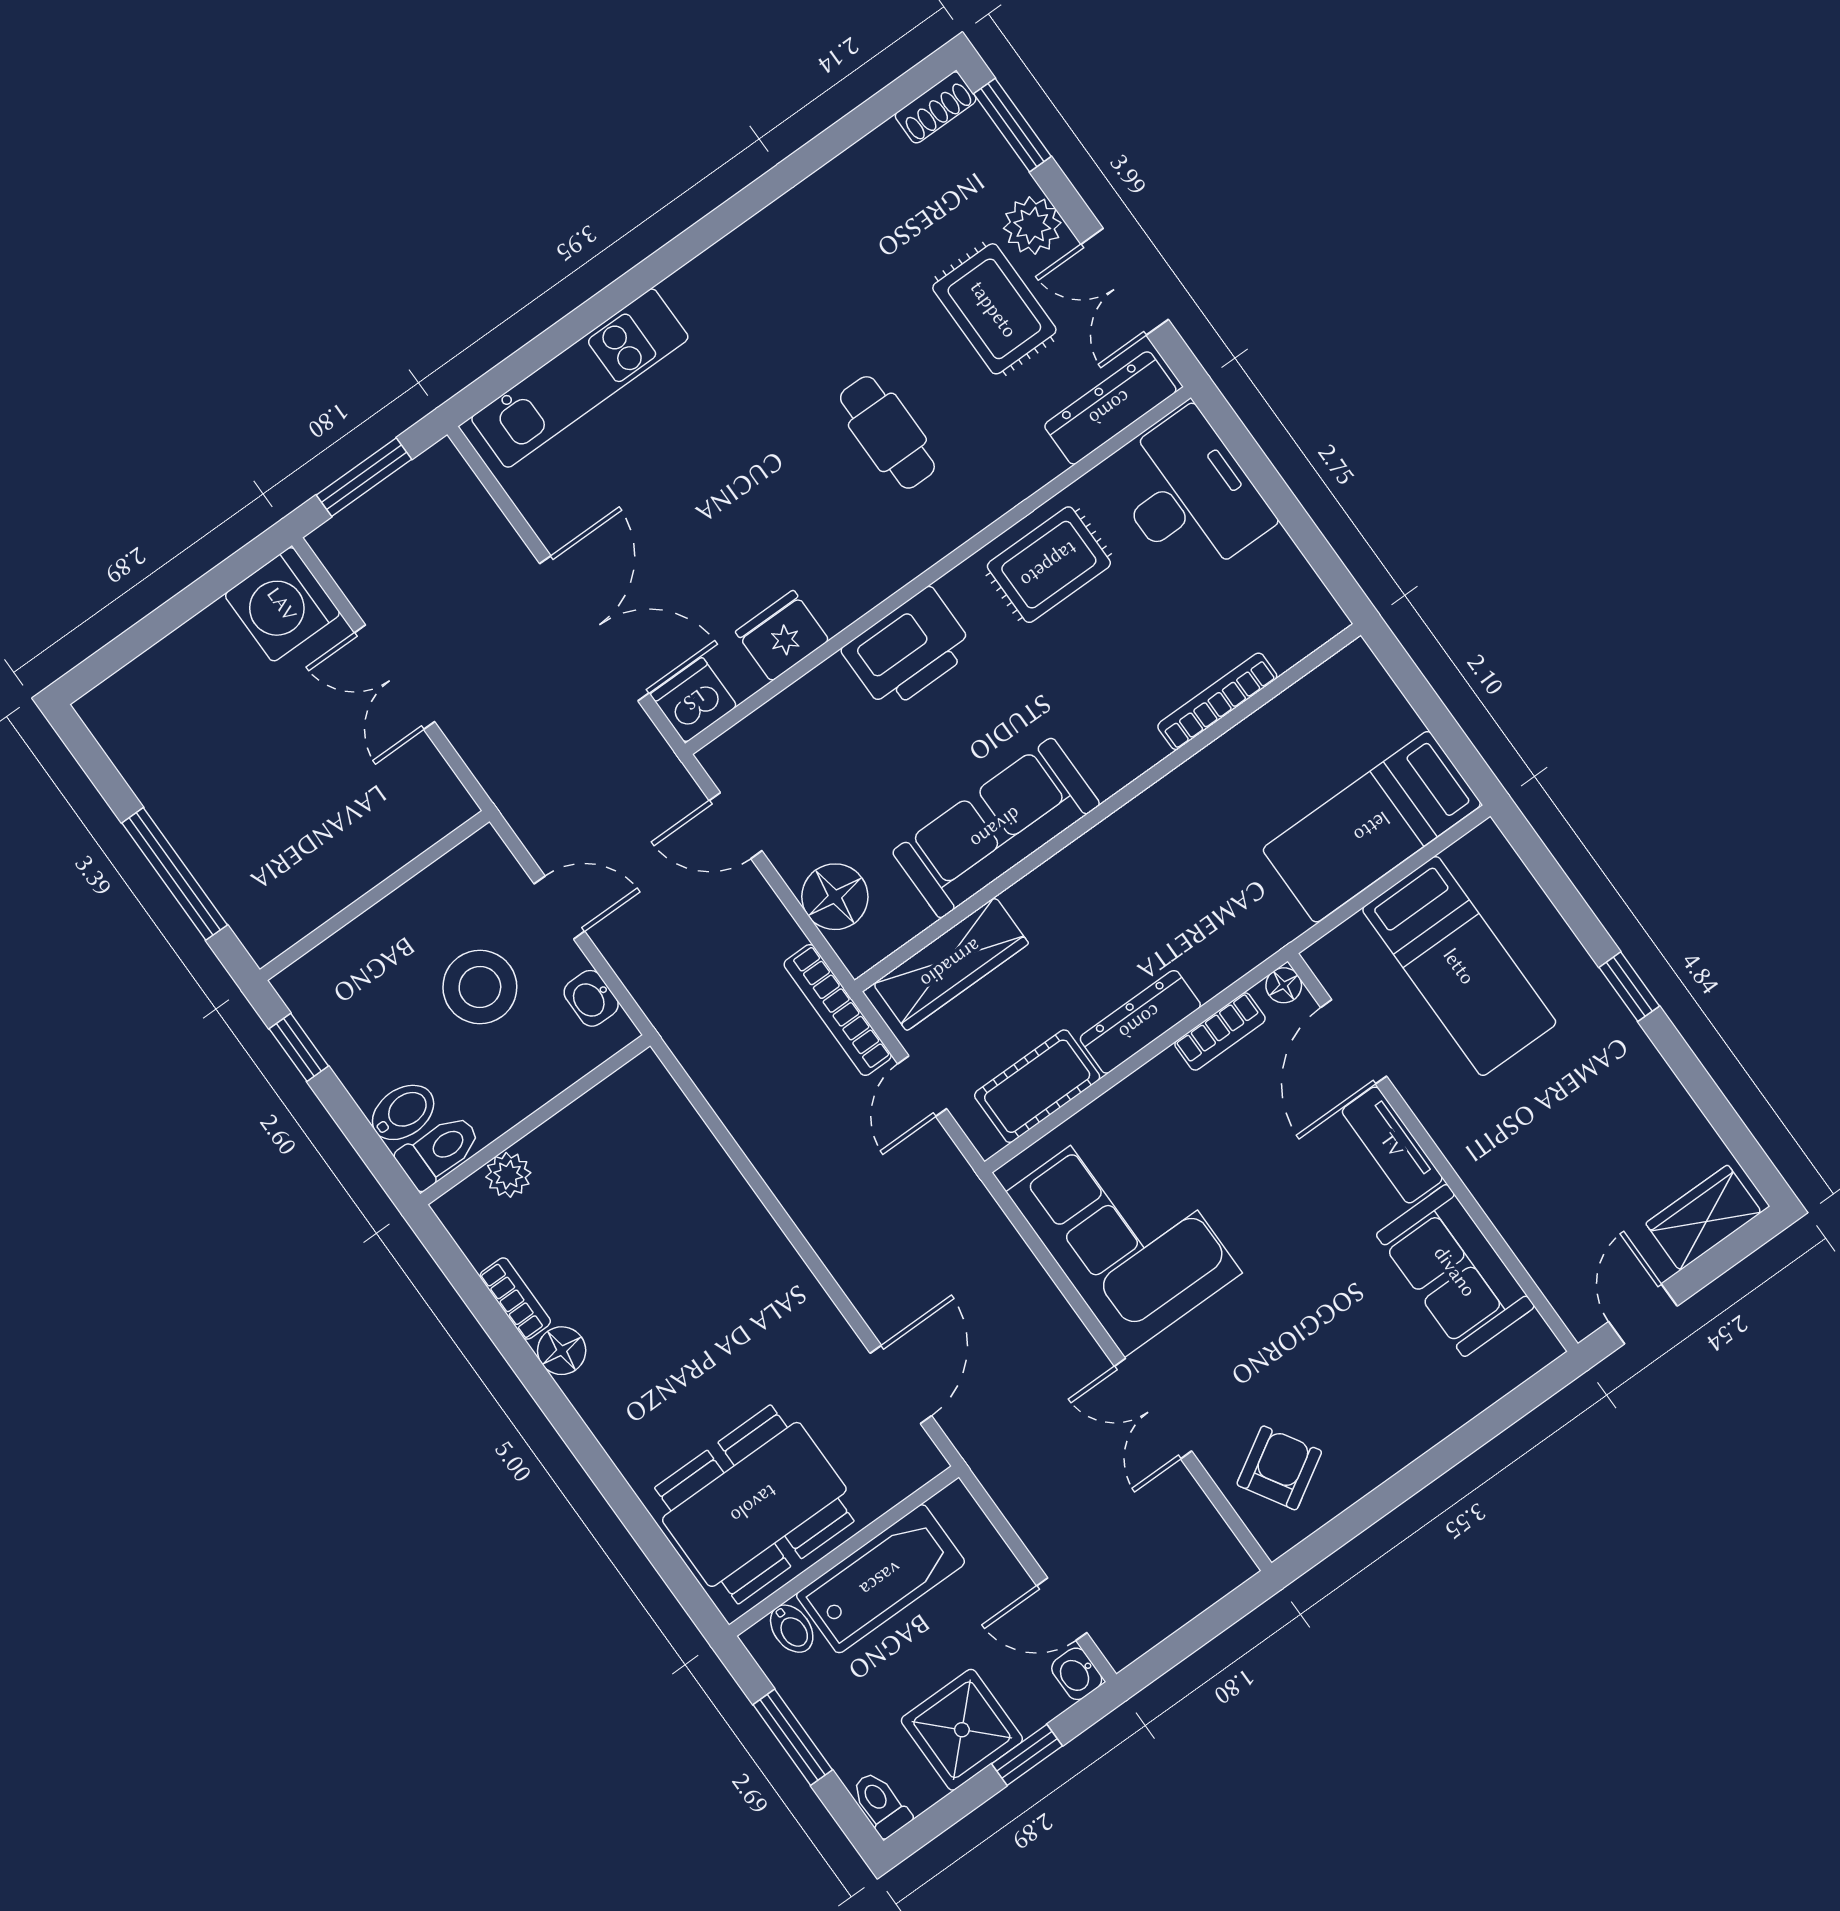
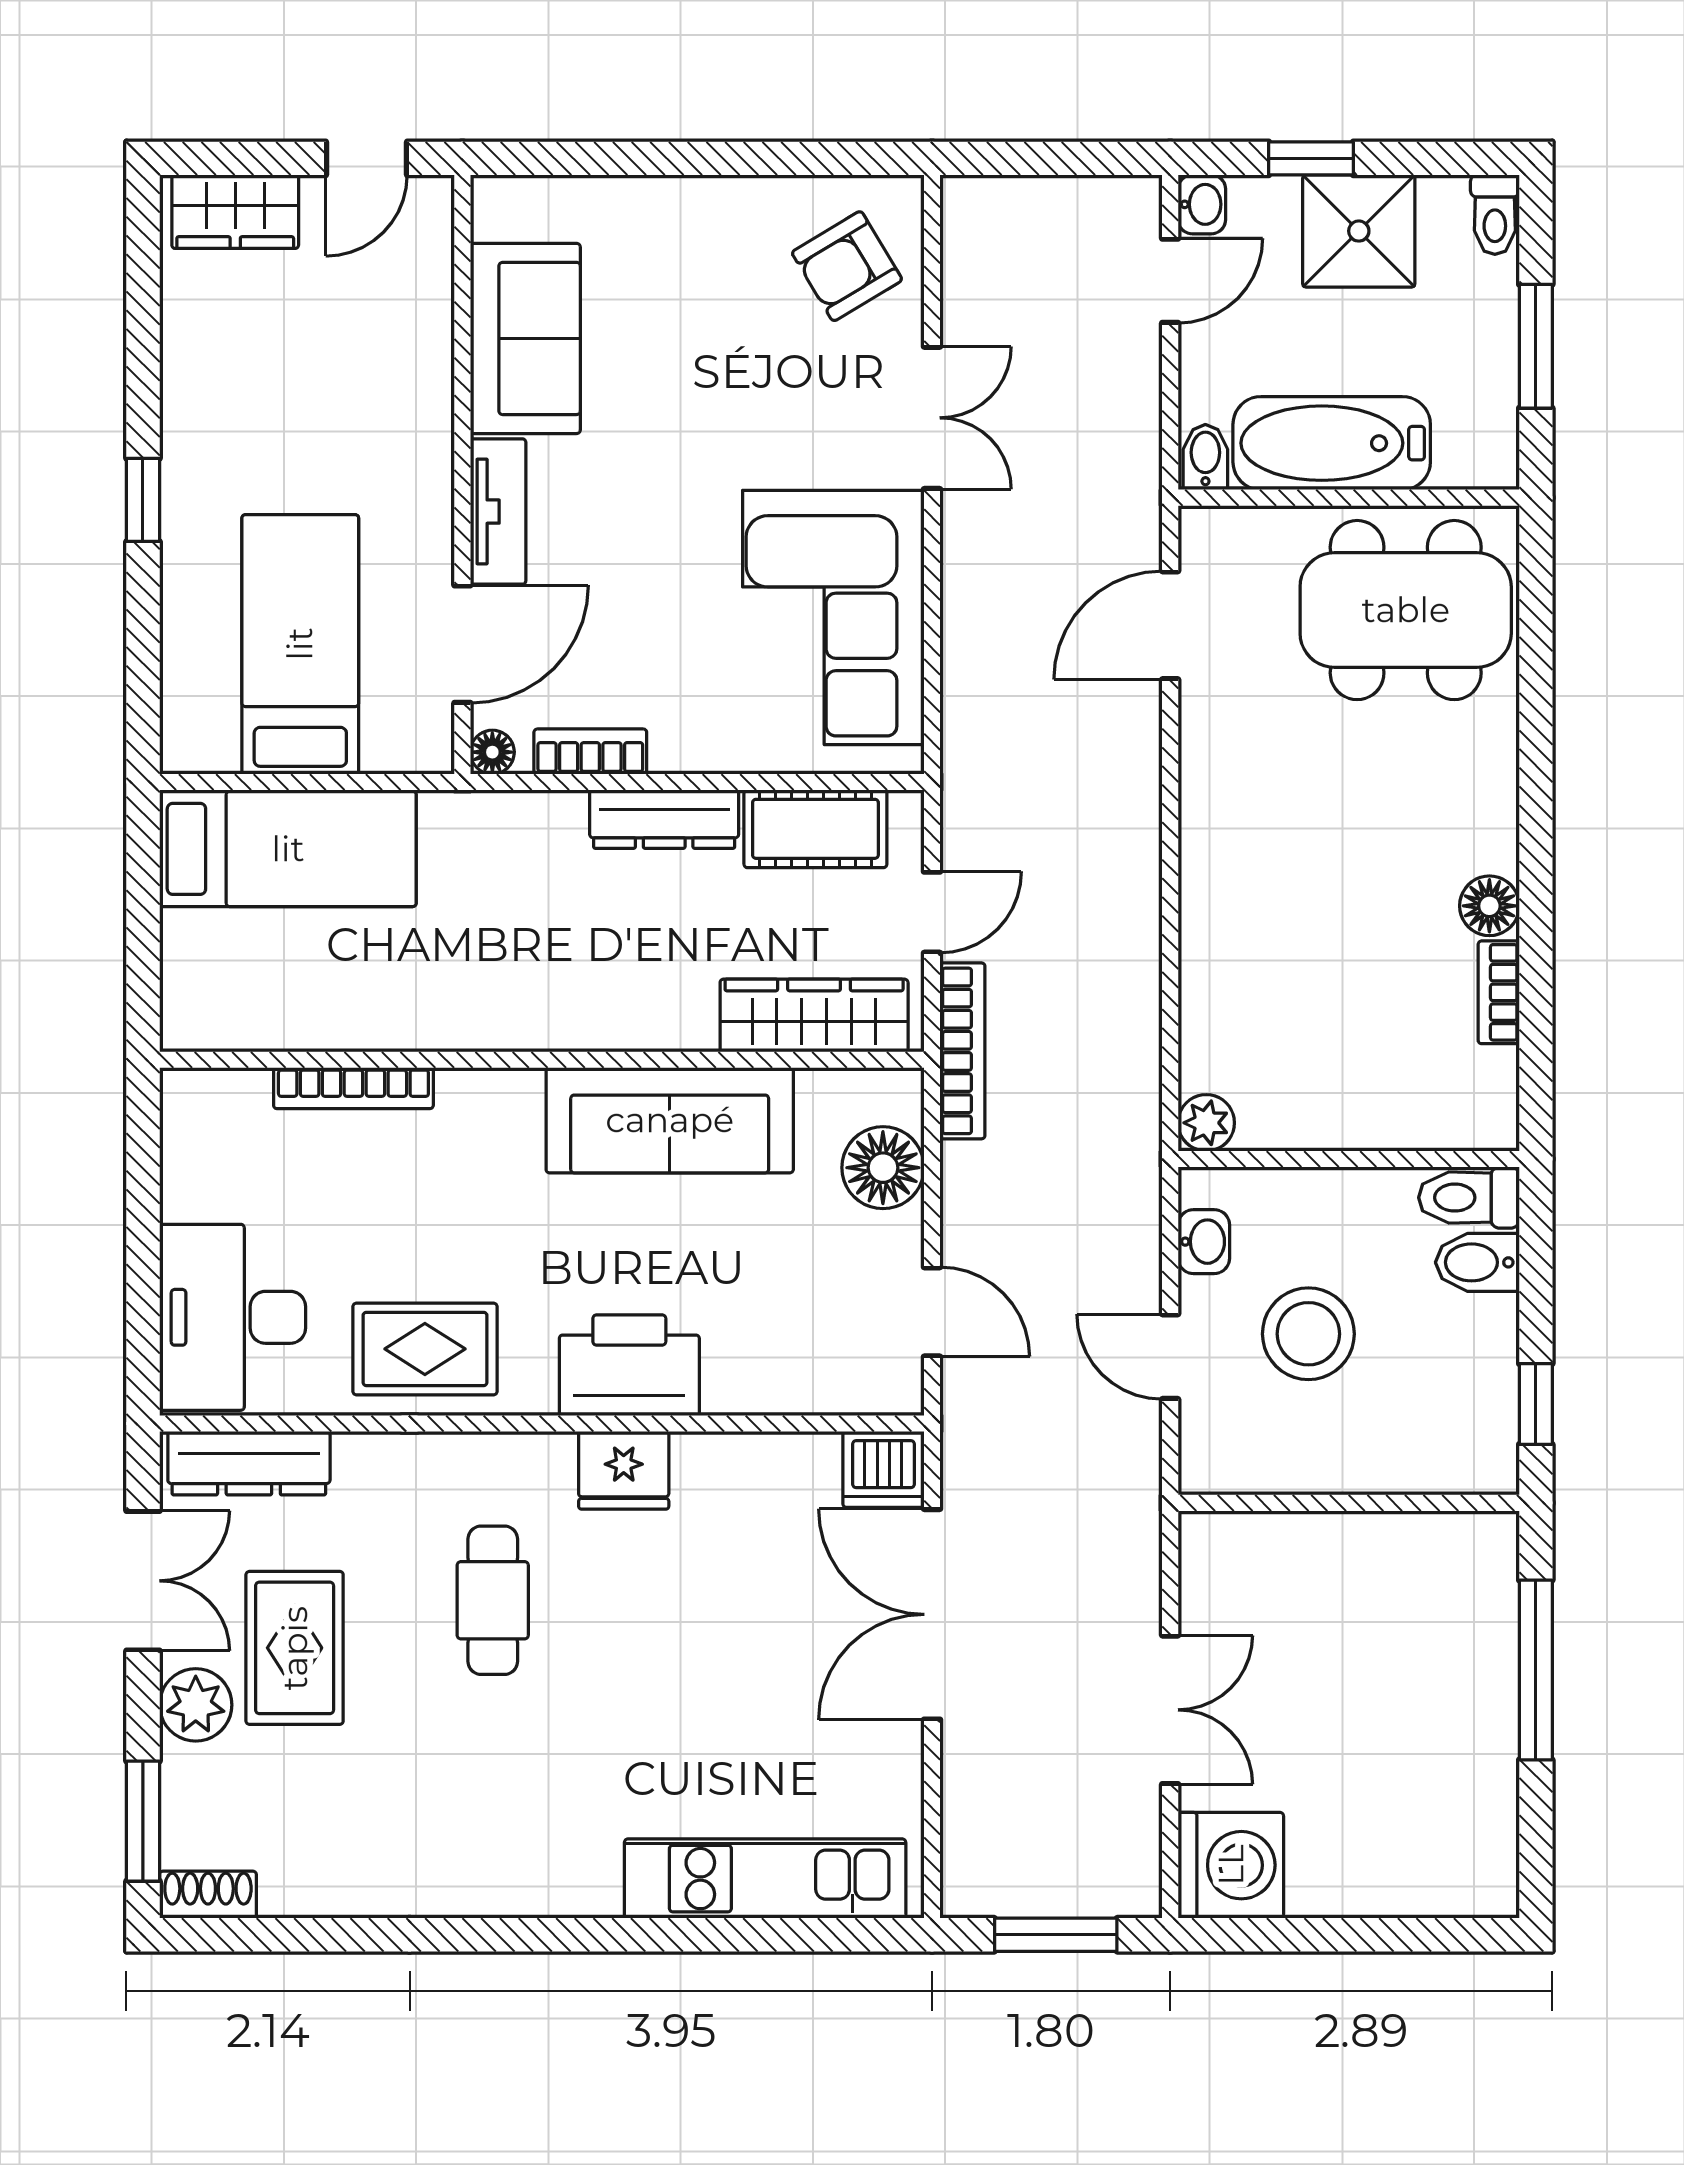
fridge: (782, 636) -> (624, 1470), moved
plant: (508, 1175) -> (1206, 1123), moved
door: (1062, 1609) -> (1170, 281), hinge flipped
bidet: (792, 1629) -> (1205, 457), moved

